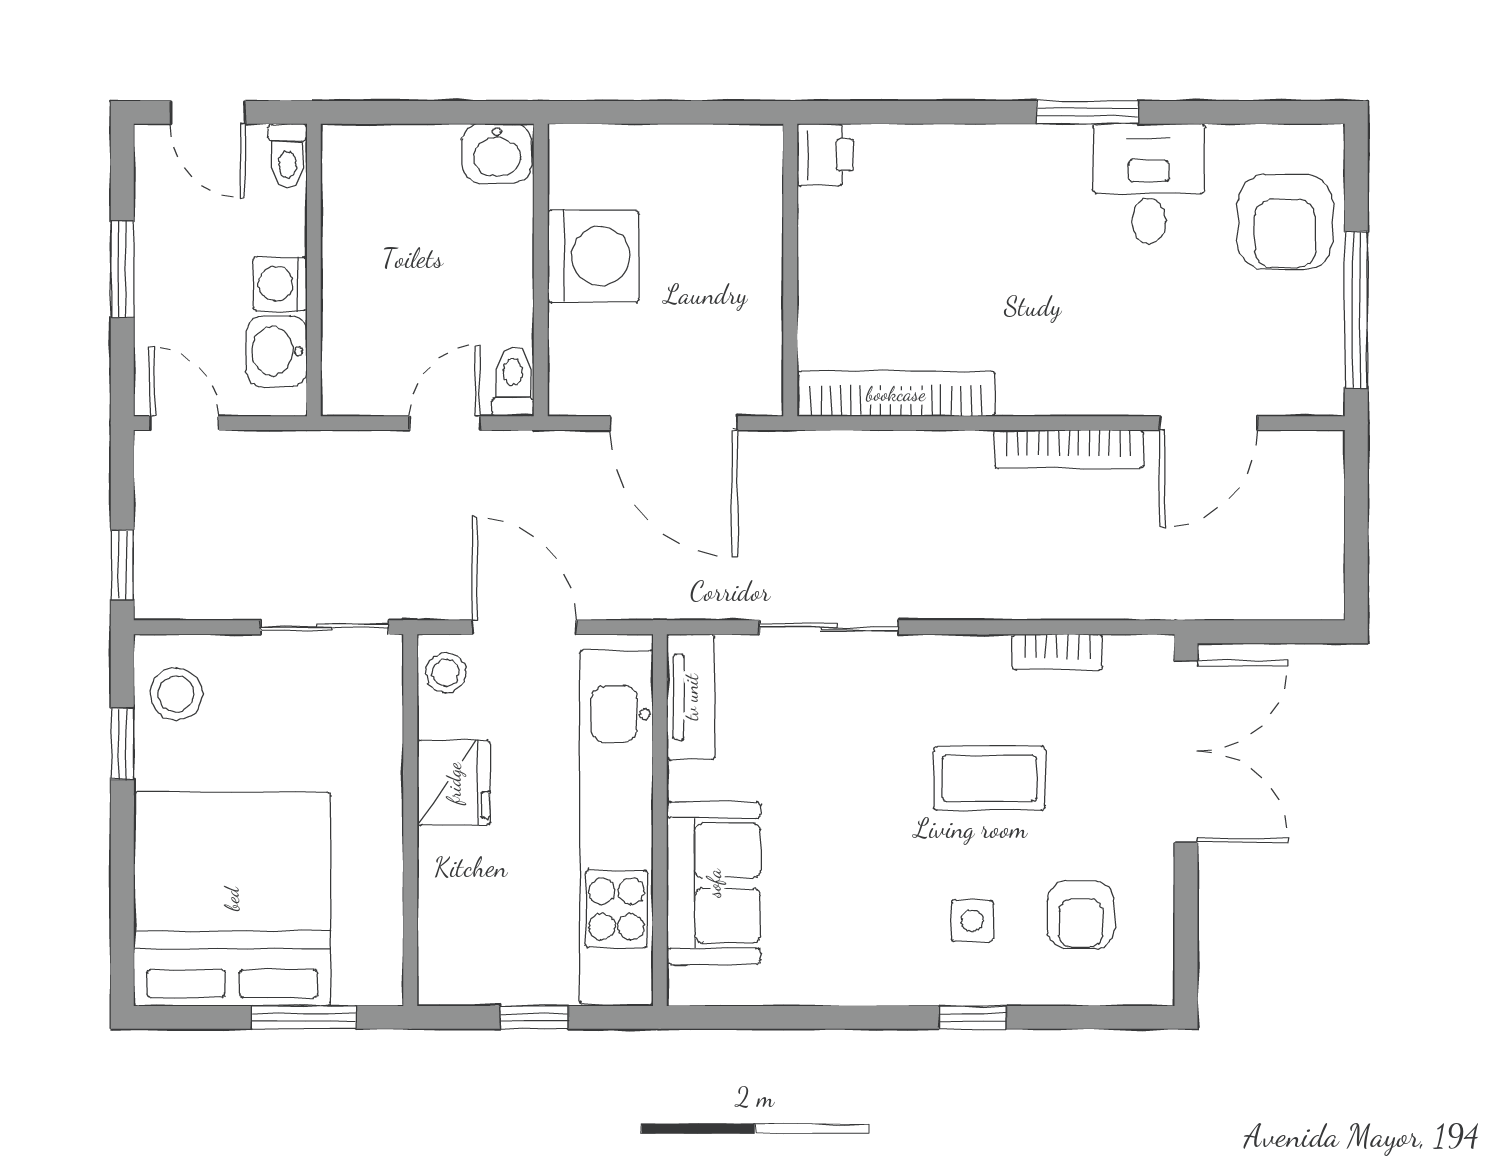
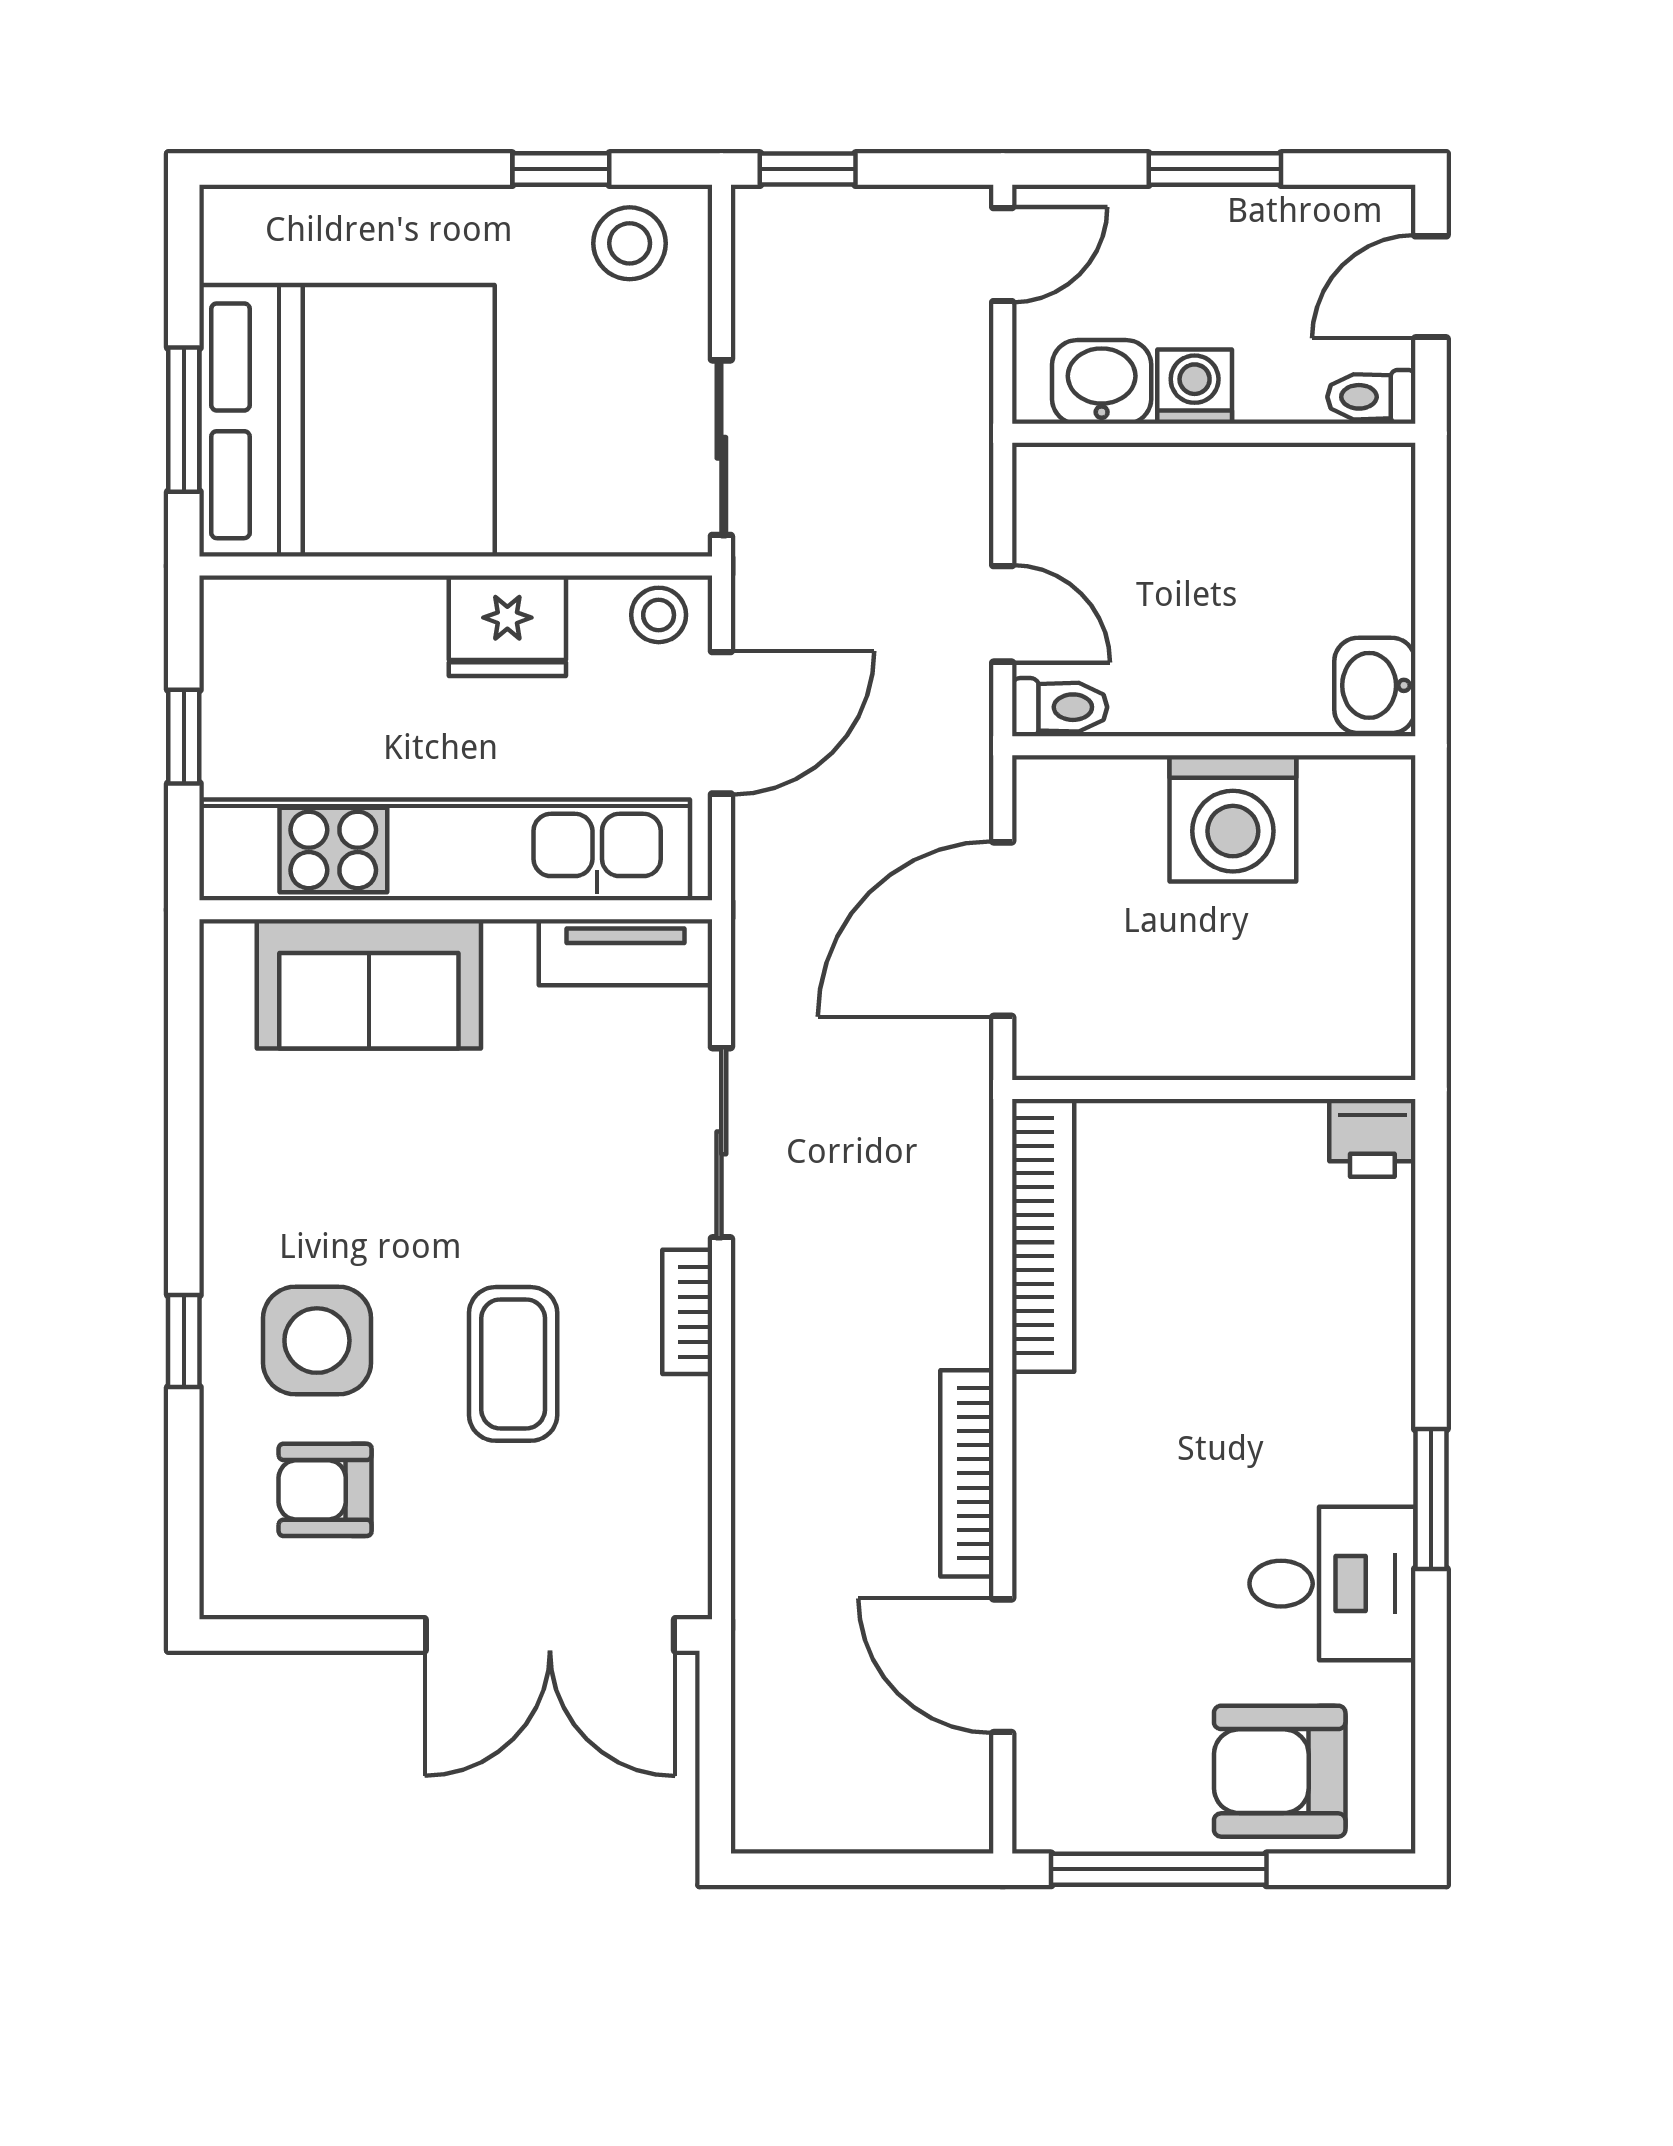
bookcase: (1057, 652) -> (687, 1312), moved
bed: (232, 899) -> (347, 421), moved
side table: (972, 921) -> (317, 1341), width x1.87, depth x1.87

